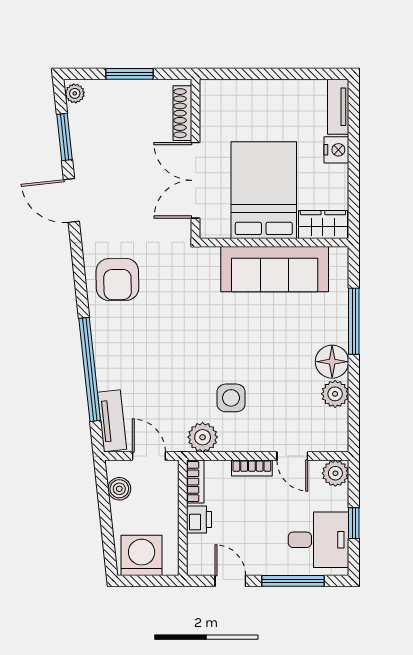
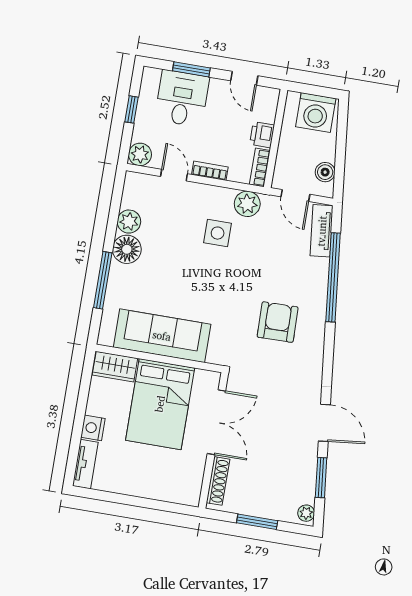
armchair: (117, 279) -> (278, 322), moved
desk: (319, 540) -> (182, 98), moved, turned 90
window: (293, 581) -> (191, 69), width x0.69

